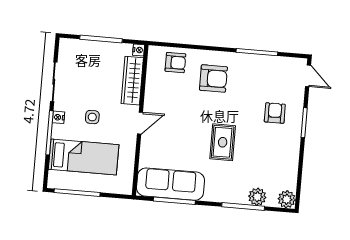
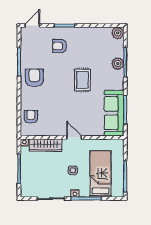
armchair: (213, 78) -> (34, 78), moved
rug: (223, 142) -> (83, 80), turned 90
plant: (257, 197) -> (118, 64), moved

